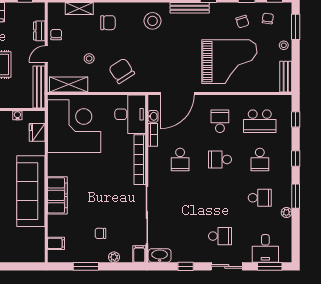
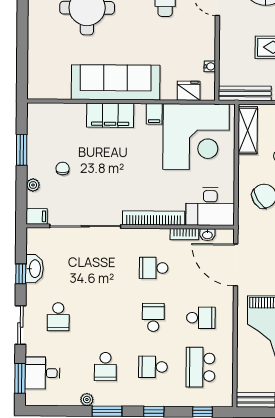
filing cabinet: (56, 243) -> (154, 114), moved
washbasin: (160, 255) -> (34, 269), moved

